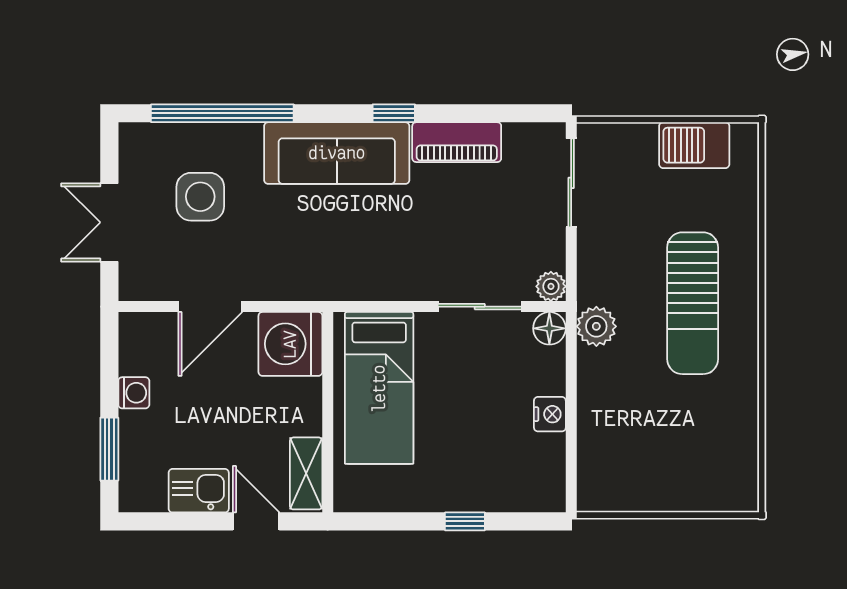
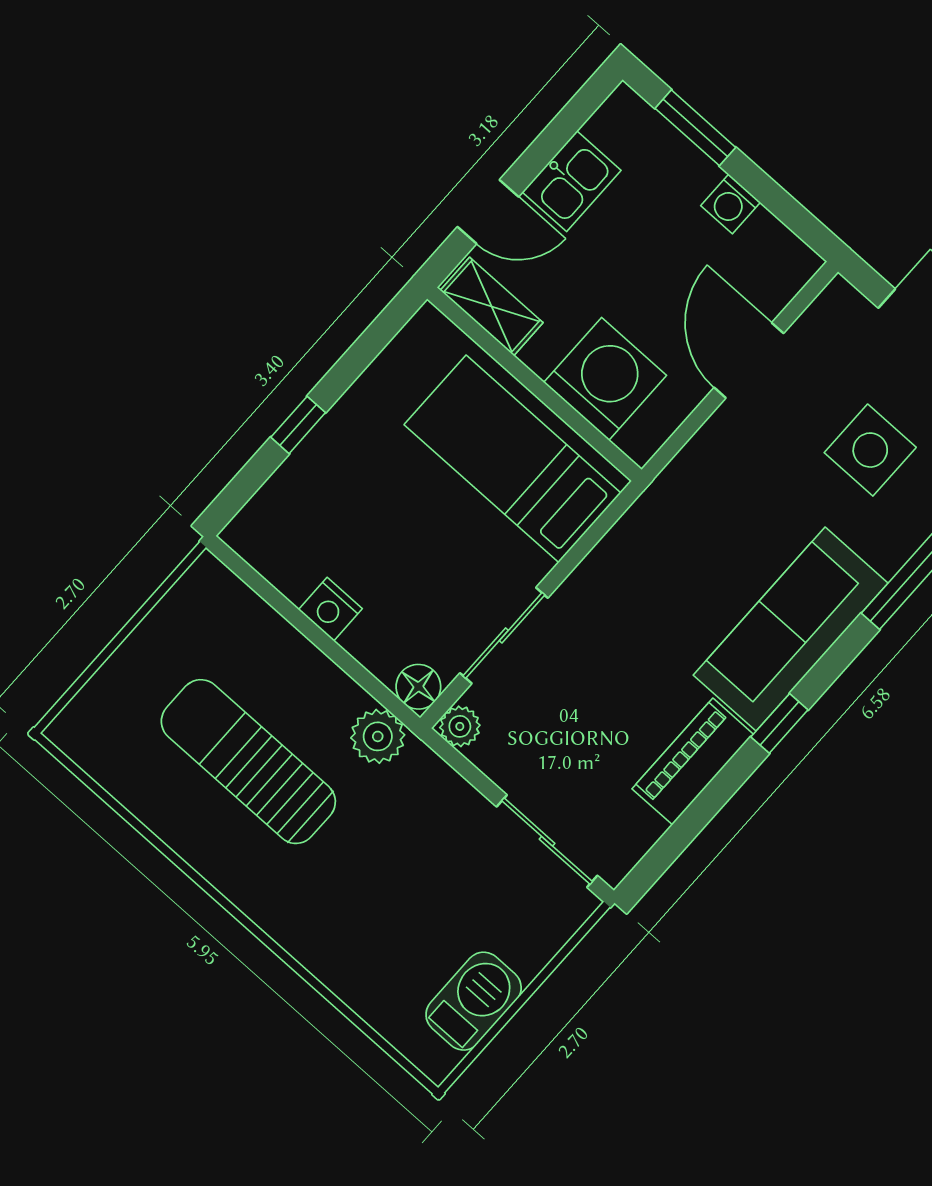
sun lounger: (693, 303) -> (248, 762), moved
washing machine: (290, 344) -> (605, 379), moved

